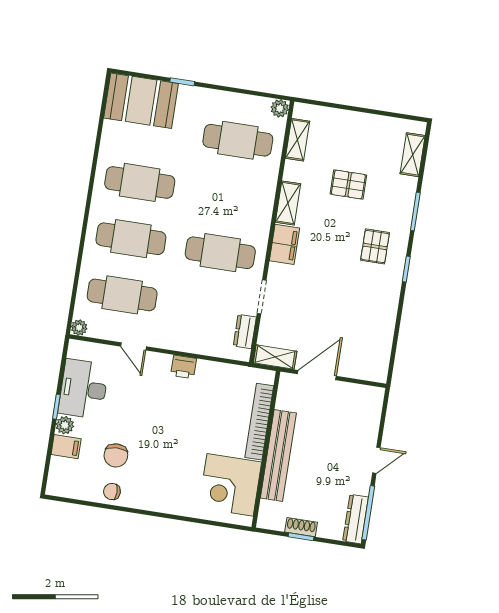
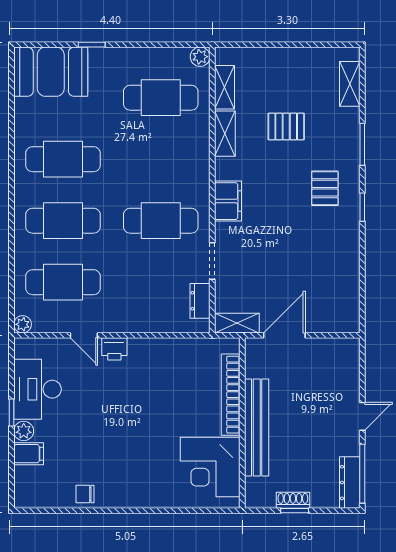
shelving: (288, 203) -> (225, 134), moved
printer: (184, 367) -> (114, 349), moved
chair: (116, 455) -> (83, 455), removed

